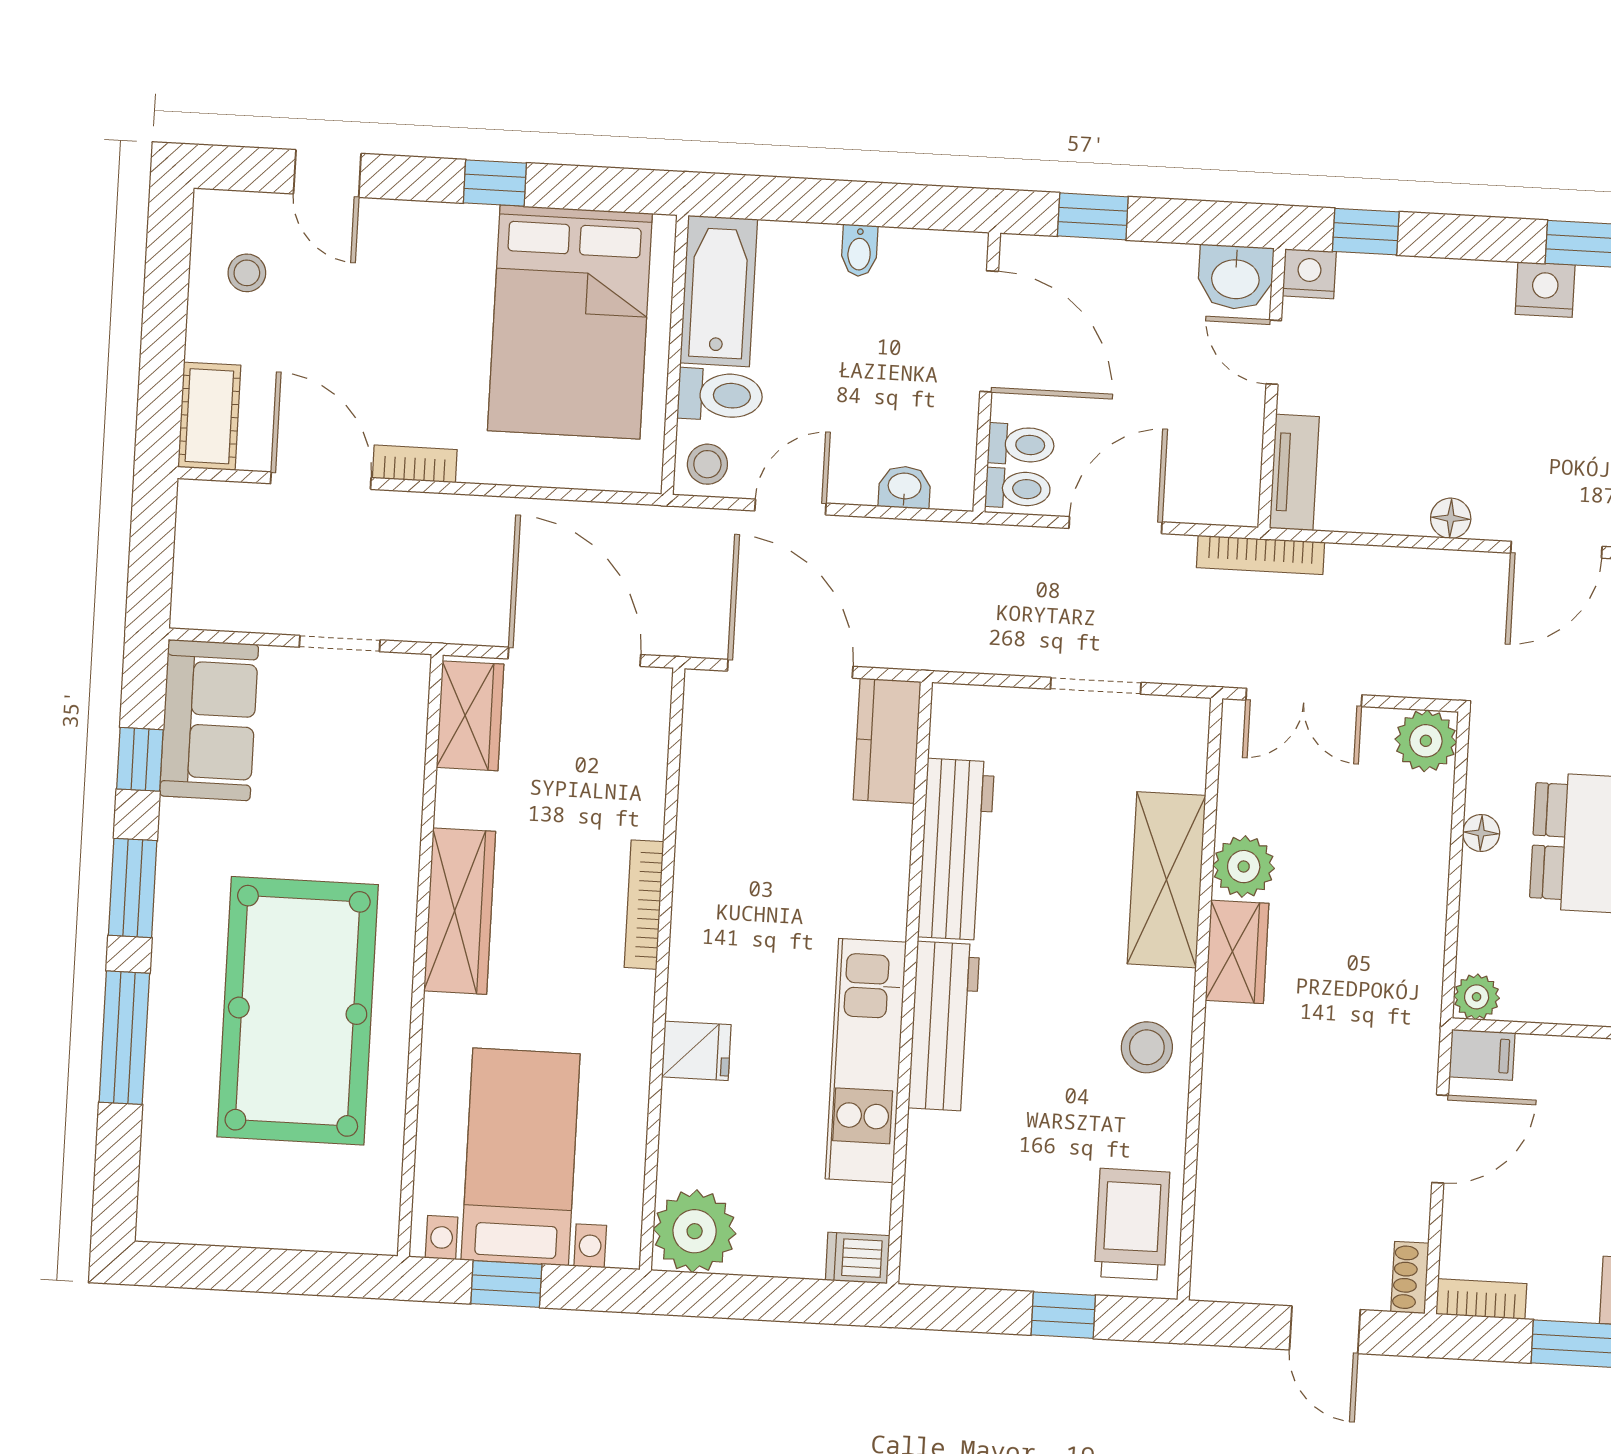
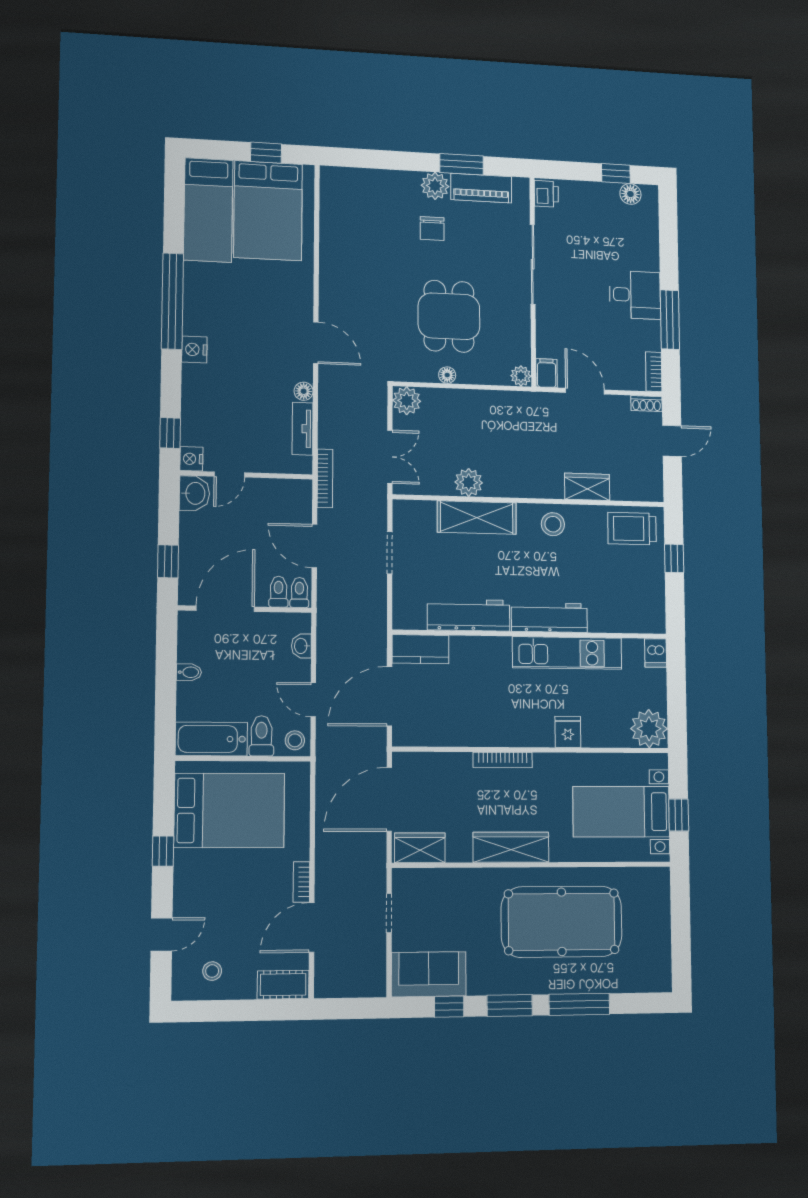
tv unit: (1294, 472) -> (303, 429), moved, turned -90
wardrobe: (1237, 952) -> (587, 487), moved

